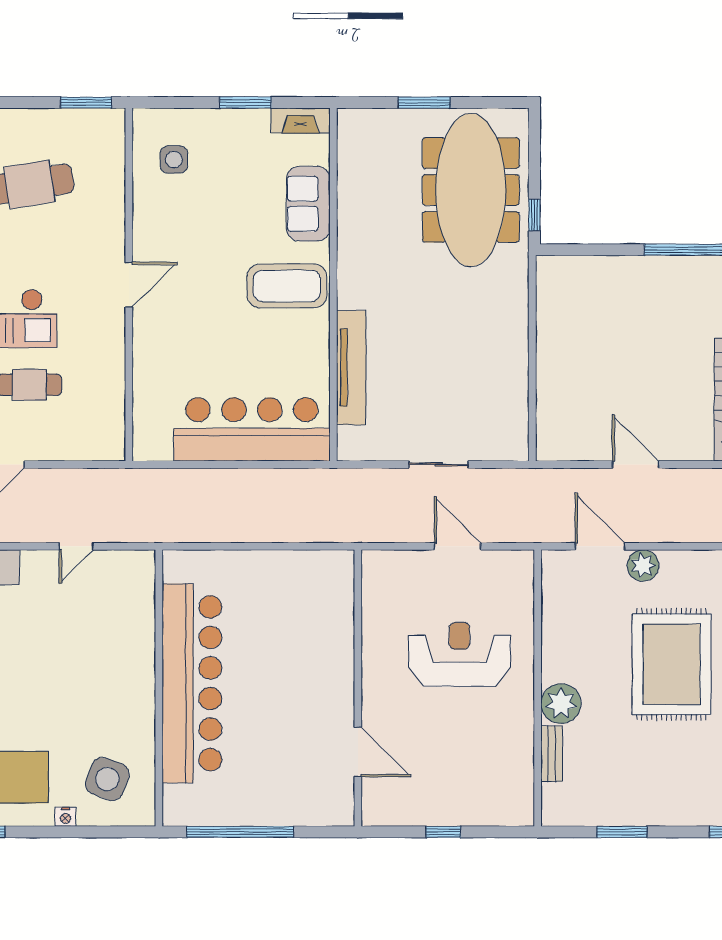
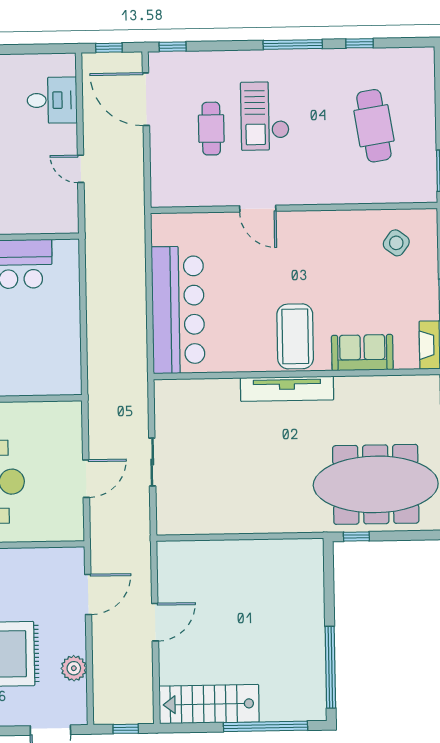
side table: (174, 160) -> (396, 243), turned 36
door: (129, 285) -> (258, 209), moved
tv unit: (351, 368) -> (287, 389), moved
plant: (643, 565) -> (74, 668), moved

